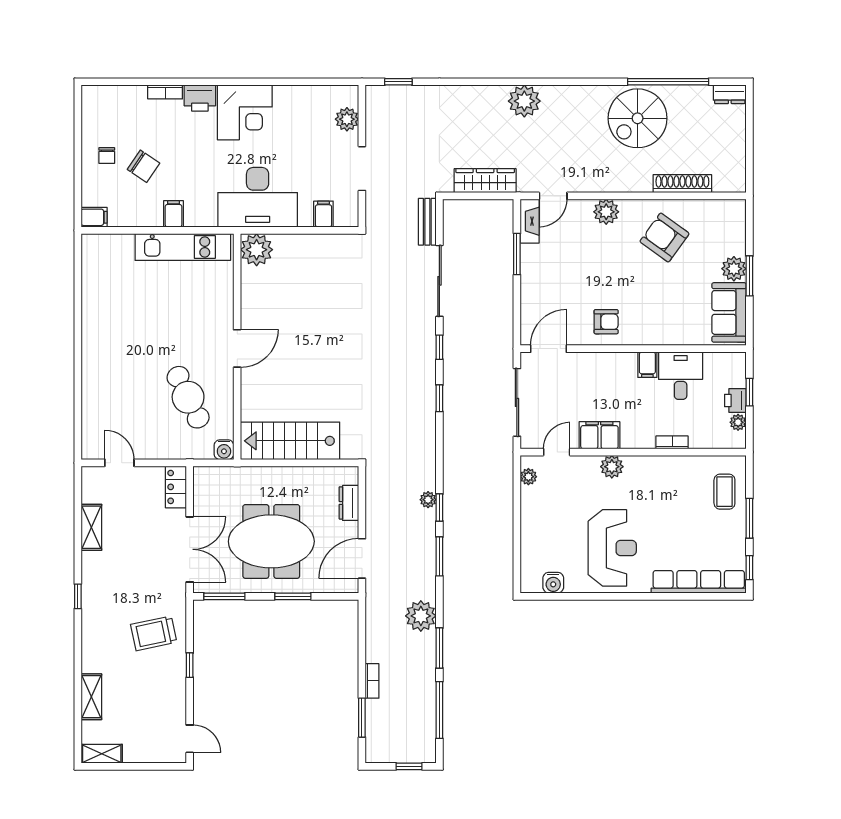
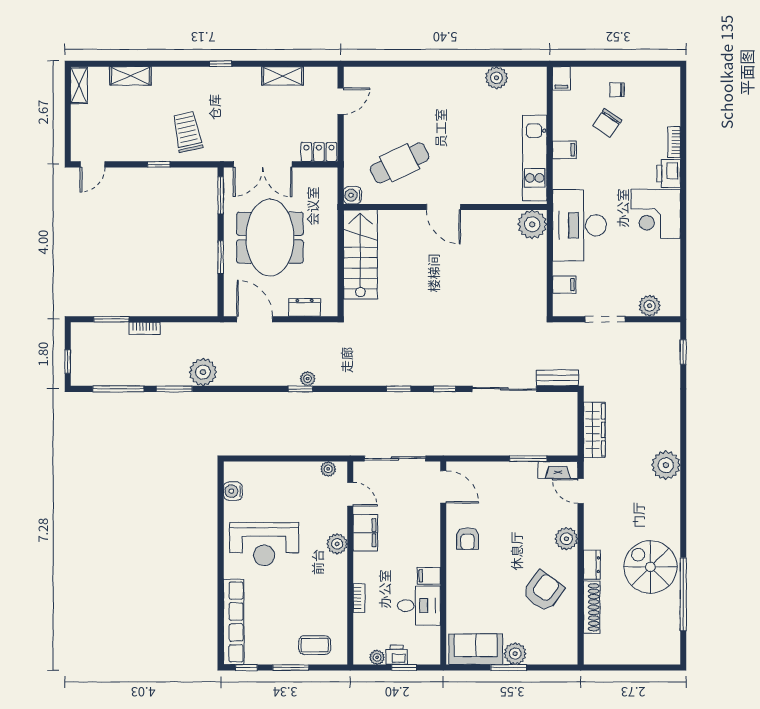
dresser: (730, 94) -> (592, 565), moved, turned 180
plant: (93, 289) -> (496, 78), added
window: (439, 556) -> (256, 389), removed

